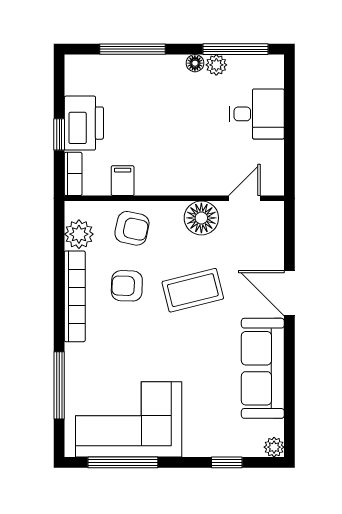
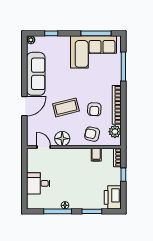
window: (133, 49) -> (92, 211), width x0.69
window: (235, 49) -> (58, 211), moved
plant: (216, 65) -> (56, 205), removed
printer: (84, 123) -> (113, 197), moved
door: (244, 198) -> (44, 147), swing flipped
armchair: (127, 286) -> (94, 109), turned 91
door: (289, 293) -> (24, 106), hinge flipped

